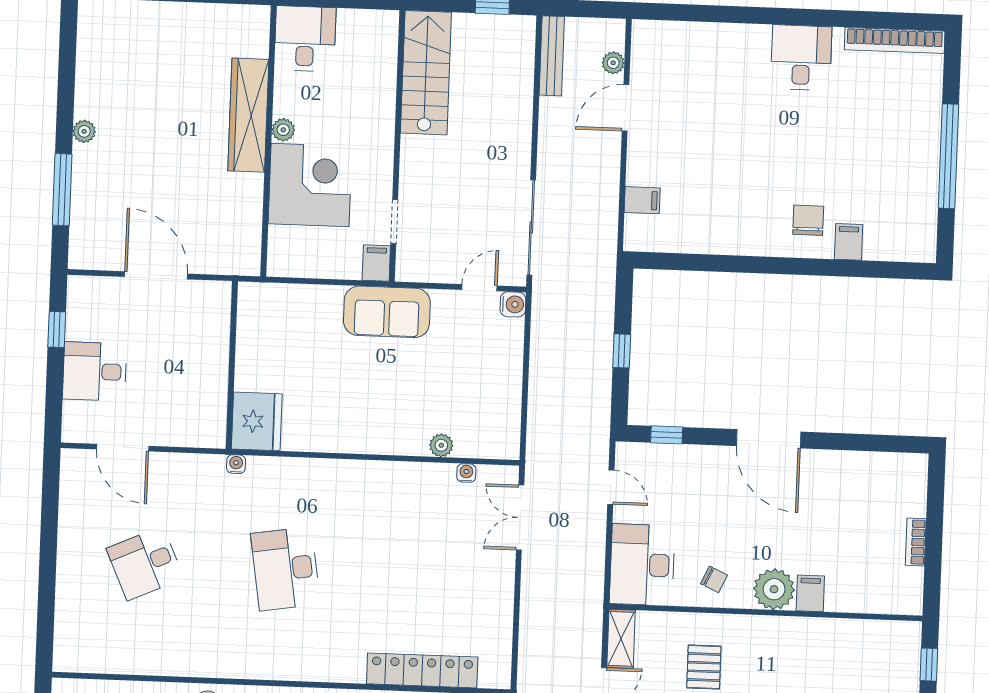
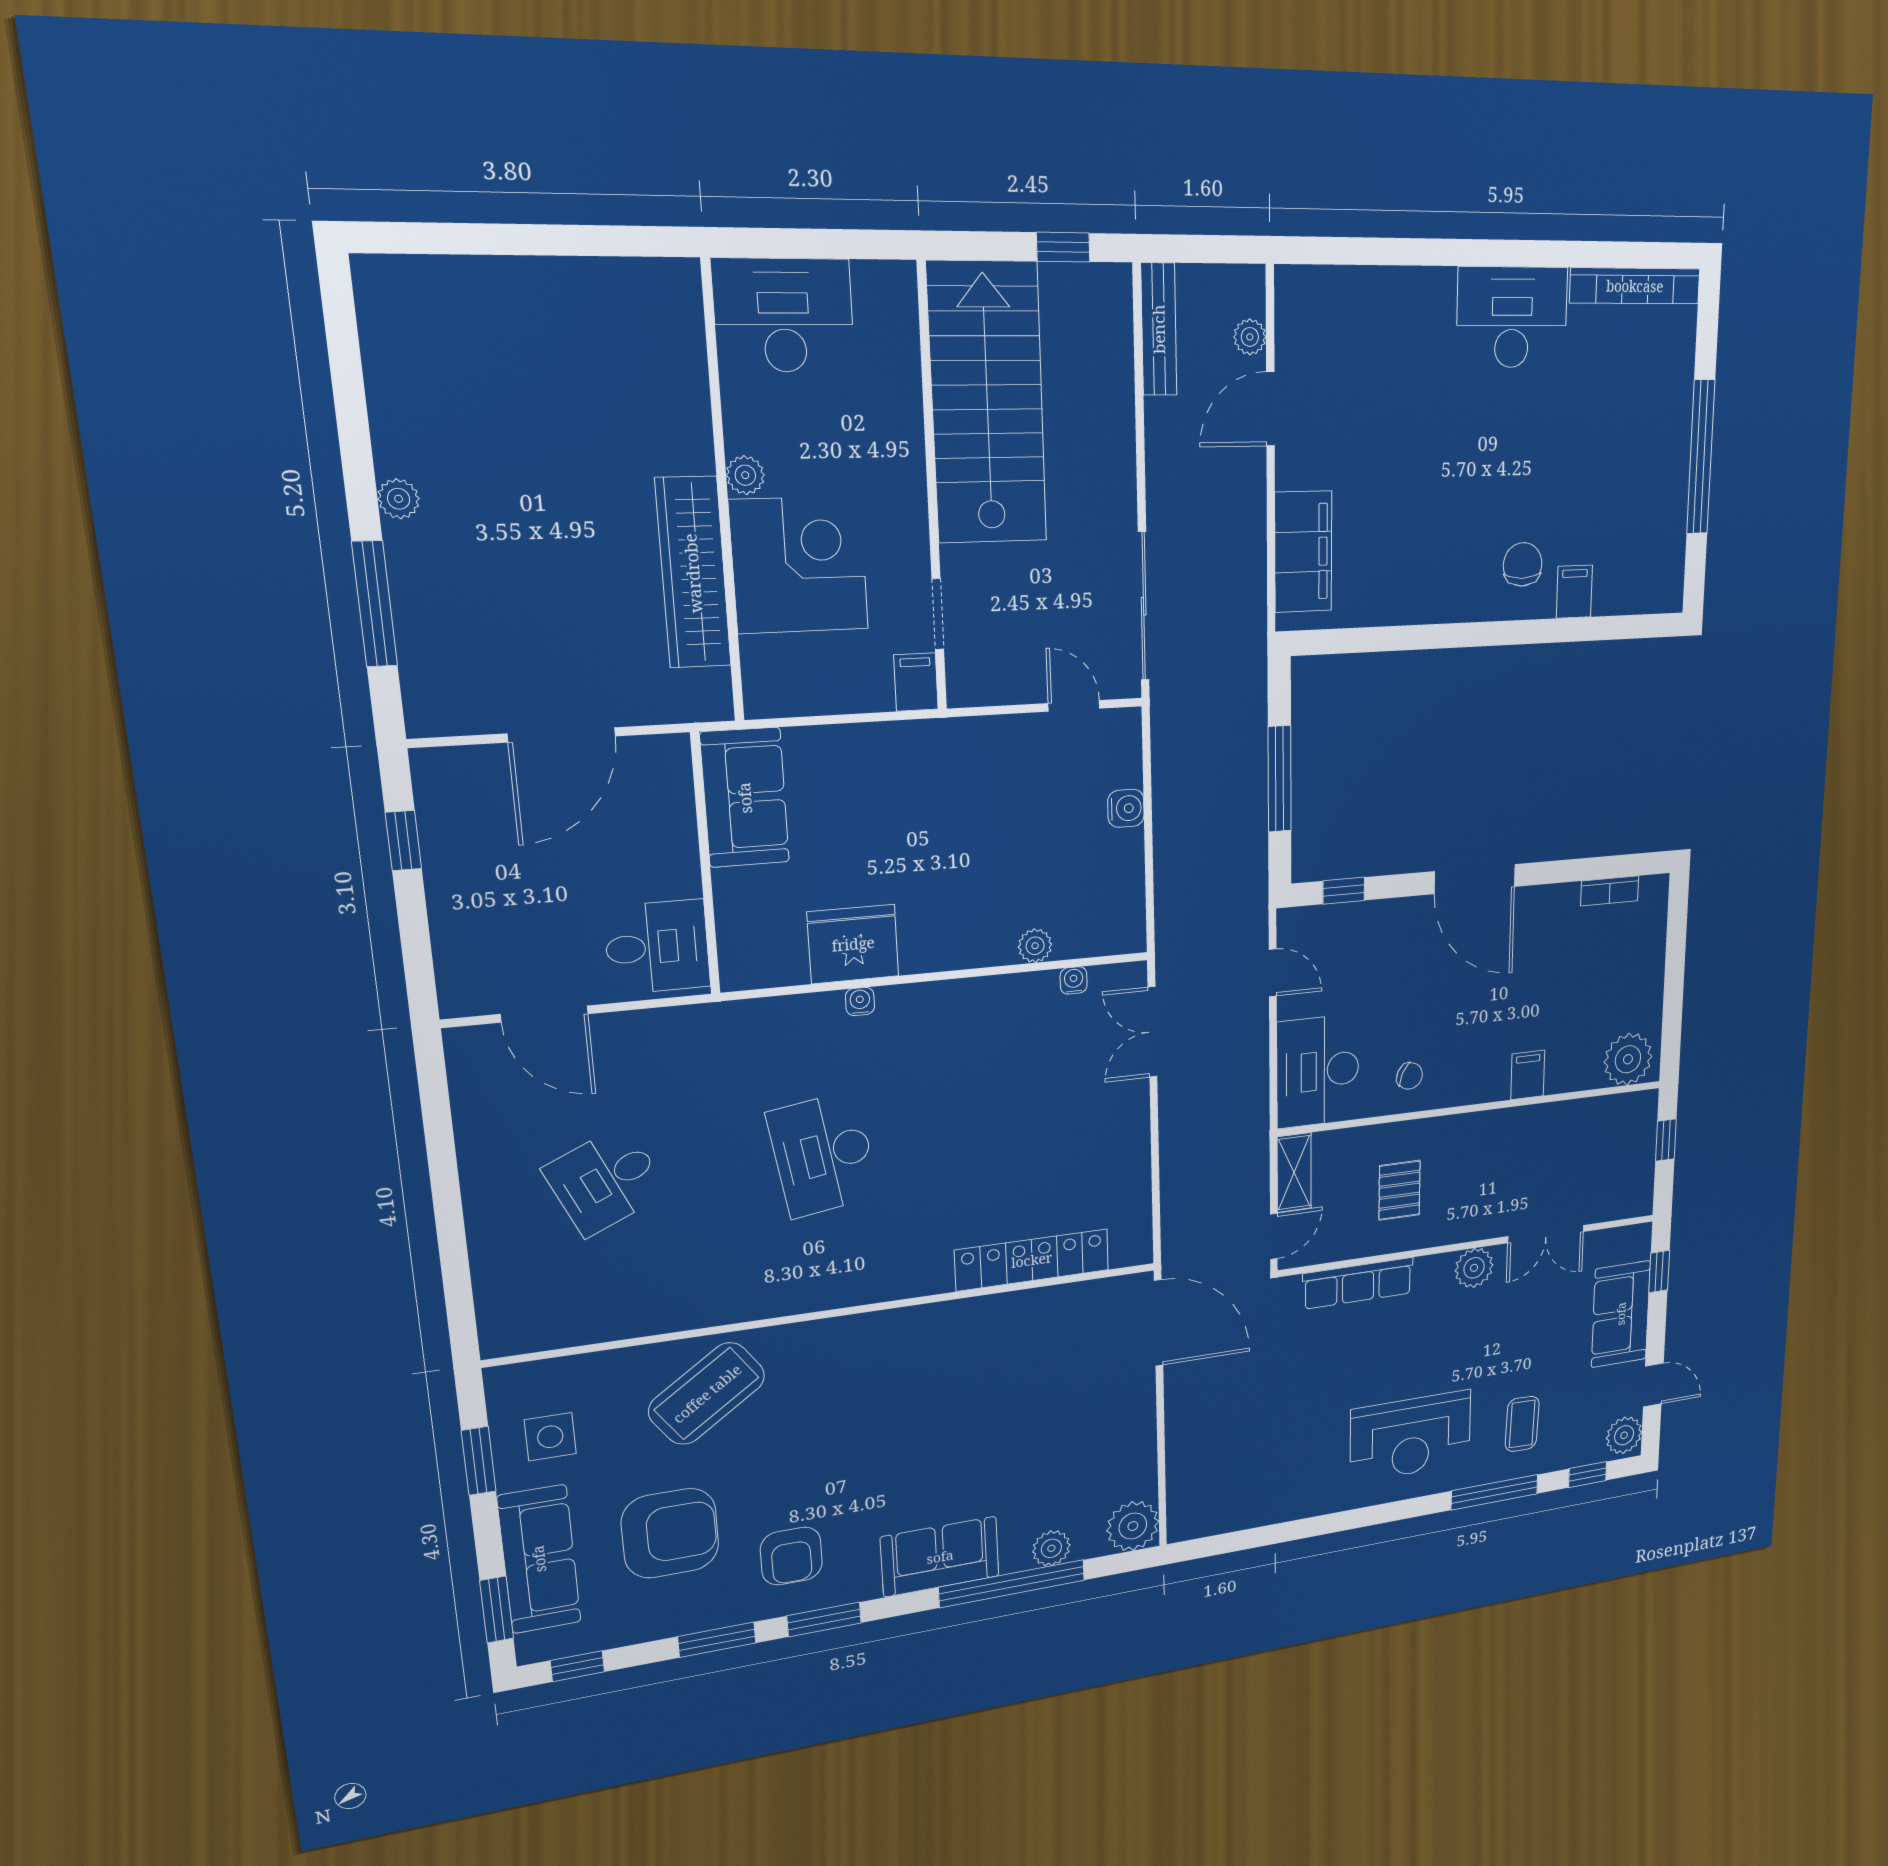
desk: (305, 39) -> (784, 315), width x1.37
desk: (801, 58) -> (1512, 317), width x1.37
stairs: (426, 73) -> (987, 404), width x1.36, depth x1.51
wardrobe: (248, 115) -> (693, 573), moved
filing cabinet: (642, 200) -> (1303, 552), width x3.00, depth x1.17
door: (156, 275) -> (562, 735), swing flipped
door: (479, 288) -> (1074, 706), hinge flipped
water cooler: (513, 304) -> (1126, 808), moved
sofa: (387, 312) -> (745, 798), moved, turned -90
window: (622, 351) -> (1280, 779), width x2.17
desk: (95, 371) -> (657, 947), moved, turned 180
fridge: (257, 421) -> (853, 944), moved, turned -90
water cooler: (236, 464) -> (860, 1002), moved
bookcase: (916, 542) -> (1610, 891), moved, turned -90
plant: (774, 589) -> (1628, 1059), moved

